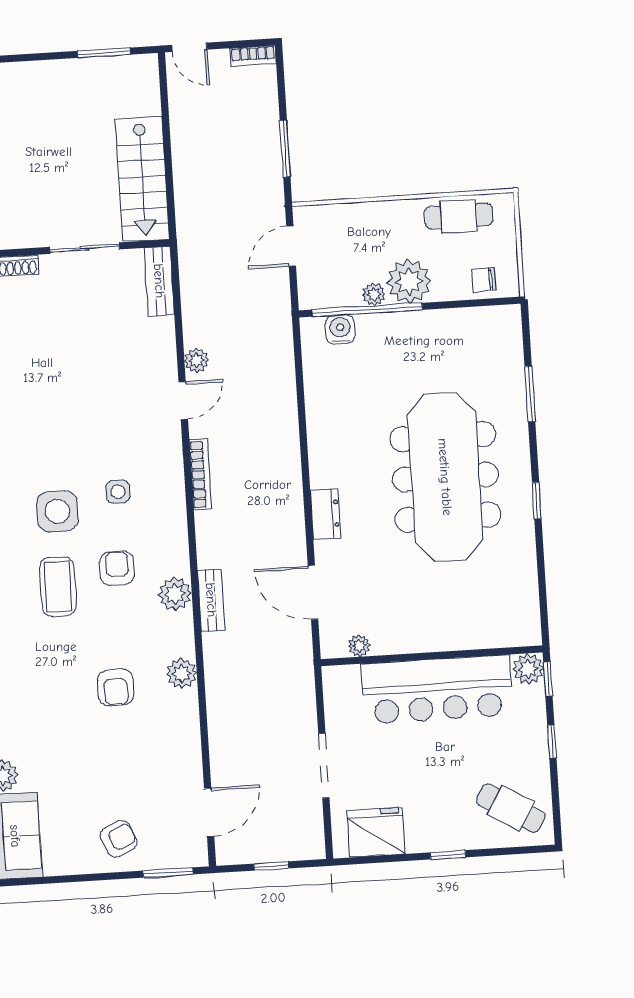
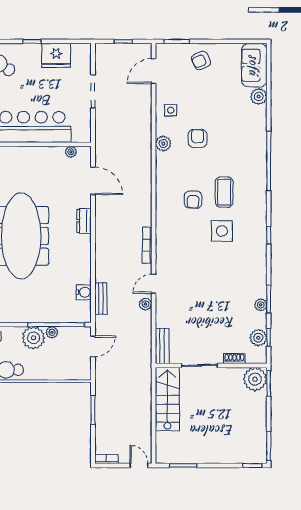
door: (291, 246) -> (93, 346), moved
water cooler: (340, 329) -> (84, 292), moved, turned -90
side table: (118, 492) -> (171, 110), moved
plant: (175, 594) -> (164, 185), removed
bench: (211, 600) -> (101, 298), moved
fridge: (376, 832) -> (56, 55), moved

